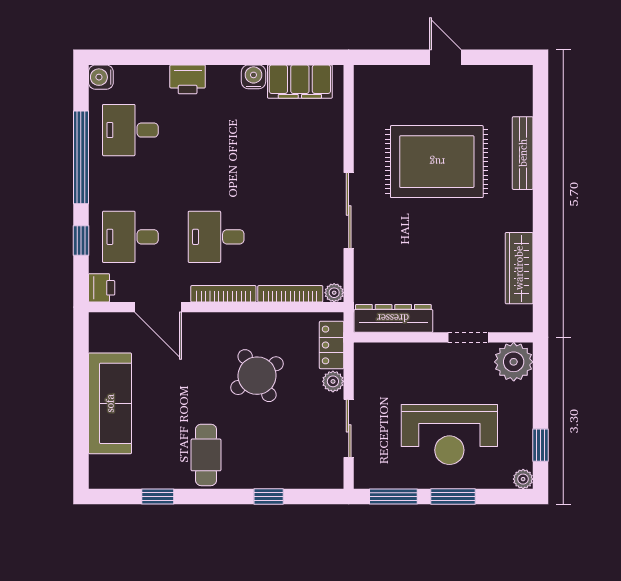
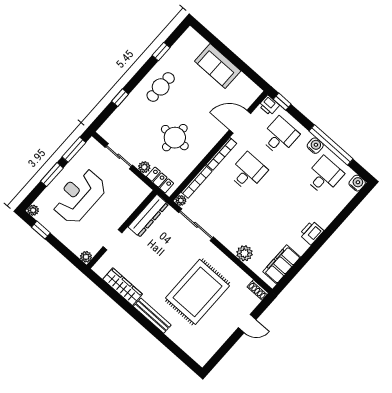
door: (445, 57) -> (247, 324), moved
water cooler: (253, 77) -> (315, 146), moved, turned -90
printer: (188, 79) -> (311, 233), moved
shoe rack: (363, 83) -> (258, 290), added
plant: (329, 144) -> (244, 253), added
bench: (523, 153) -> (152, 316), moved
sliding door: (349, 210) -> (196, 225), moved
window: (81, 240) -> (282, 102), moved
plant: (514, 362) -> (86, 257), width x0.53, depth x0.53
round table: (257, 376) -> (175, 138), turned 32
sofa: (110, 403) -> (218, 66), width x0.73
cafe table: (206, 455) -> (161, 87), turned 90

